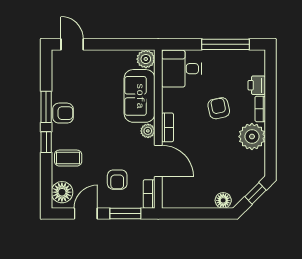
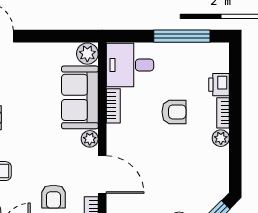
armchair: (219, 108) -> (174, 112), turned 102
bookcase: (168, 127) -> (113, 106), moved
plant: (252, 137) -> (221, 138), width x0.53, depth x0.53

